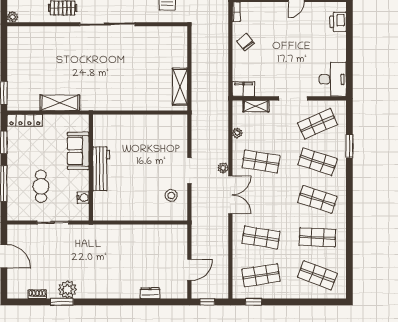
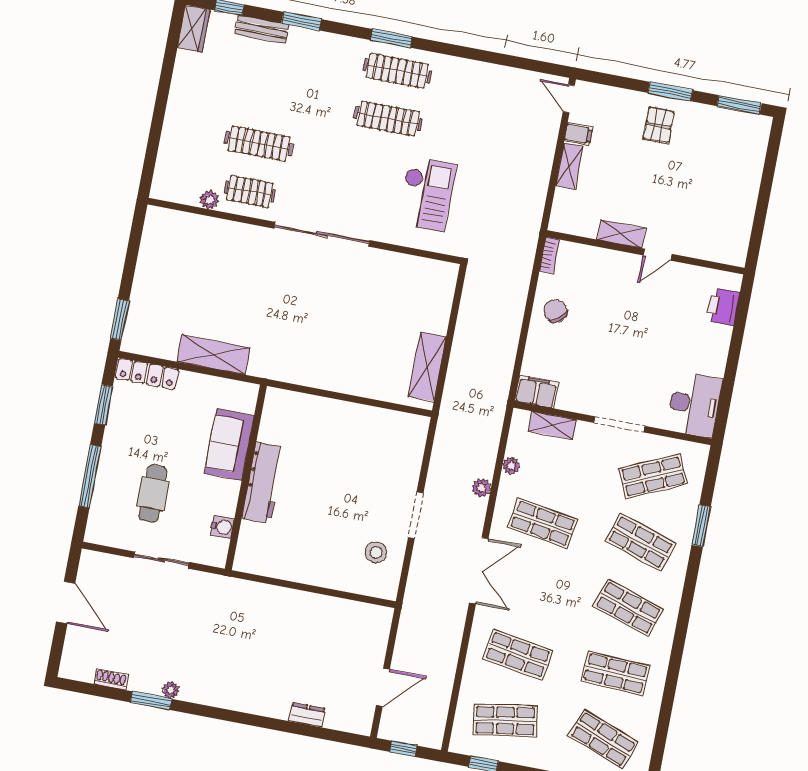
plant: (12, 17) -> (210, 200), moved
plant: (223, 168) -> (481, 488), moved
plant: (67, 290) -> (171, 690), width x0.53, depth x0.53

